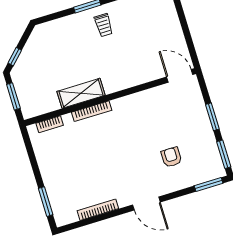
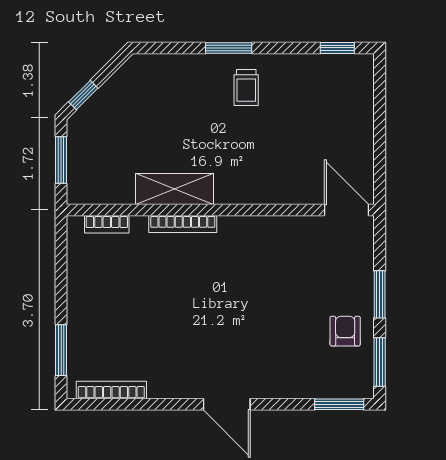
armchair: (171, 157) -> (345, 331), moved
bookcase: (98, 210) -> (111, 390), moved

